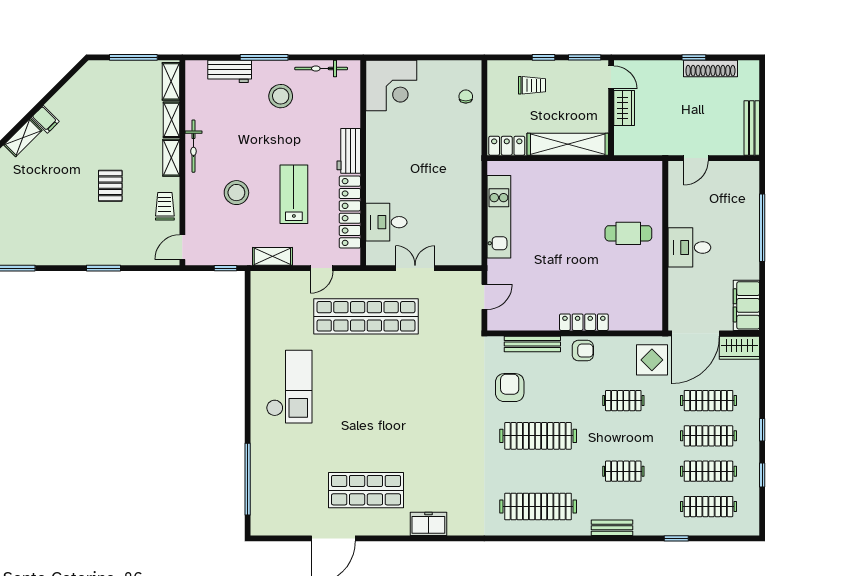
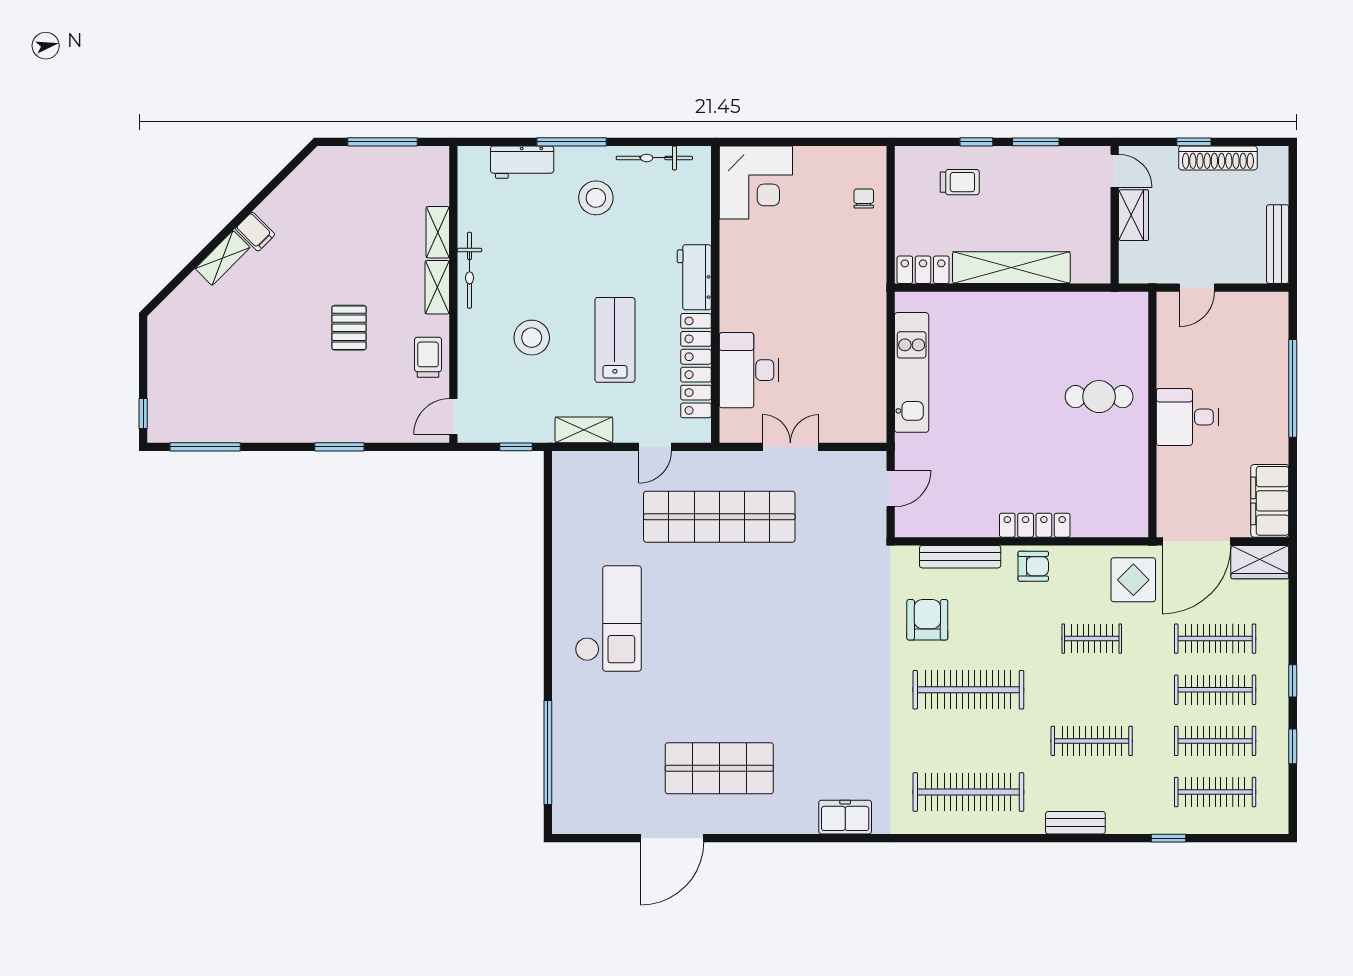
door: (611, 77) -> (1115, 171), moved
shelving: (171, 81) -> (437, 177), removed
wall: (611, 108) -> (1115, 215), moved
wardrobe: (624, 108) -> (1133, 215), moved
desk: (386, 222) -> (749, 370), width x1.37
clothes rail: (623, 471) -> (1092, 741), width x1.36
freezer: (428, 524) -> (845, 817), moved

